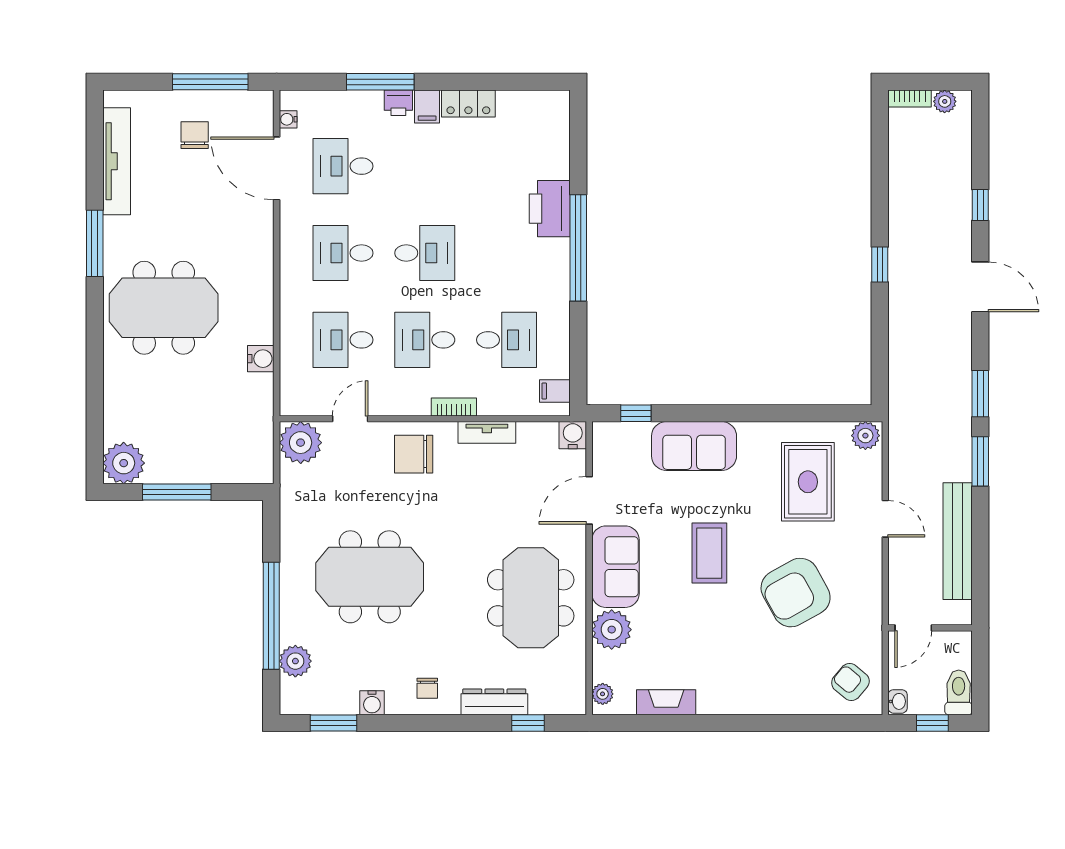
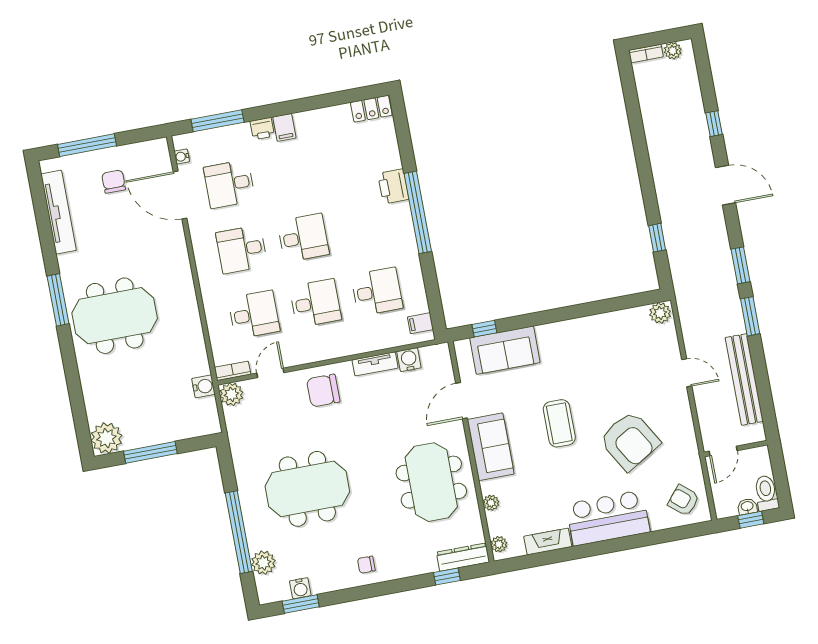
window: (210, 82) -> (87, 145), moved
window: (380, 82) -> (218, 121), moved
locker: (468, 104) -> (371, 109), moved
printer: (550, 209) -> (393, 186), width x0.73, depth x0.84
window: (95, 243) -> (58, 300), moved
window: (880, 265) -> (657, 238), moved
desk: (343, 340) -> (254, 315), turned 180
desk: (425, 340) -> (315, 303), turned 180
water cooler: (261, 359) -> (203, 386), moved
bookcase: (454, 407) -> (233, 371), moved
water cooler: (573, 435) -> (409, 360), moved
plant: (301, 443) -> (231, 394), width x0.73, depth x0.73
sofa: (694, 446) -> (505, 350), moved
rug: (808, 482) -> (623, 356), removed
armchair: (796, 593) -> (630, 441), turned -92
plant: (612, 630) -> (491, 503), width x0.53, depth x0.53
bar counter: (749, 686) -> (608, 518), added
chair: (427, 688) -> (366, 565), turned 90
washbasin: (898, 701) -> (747, 507), moved, turned -90
dresser: (494, 702) -> (463, 557), moved
water cooler: (372, 703) -> (300, 588), moved

